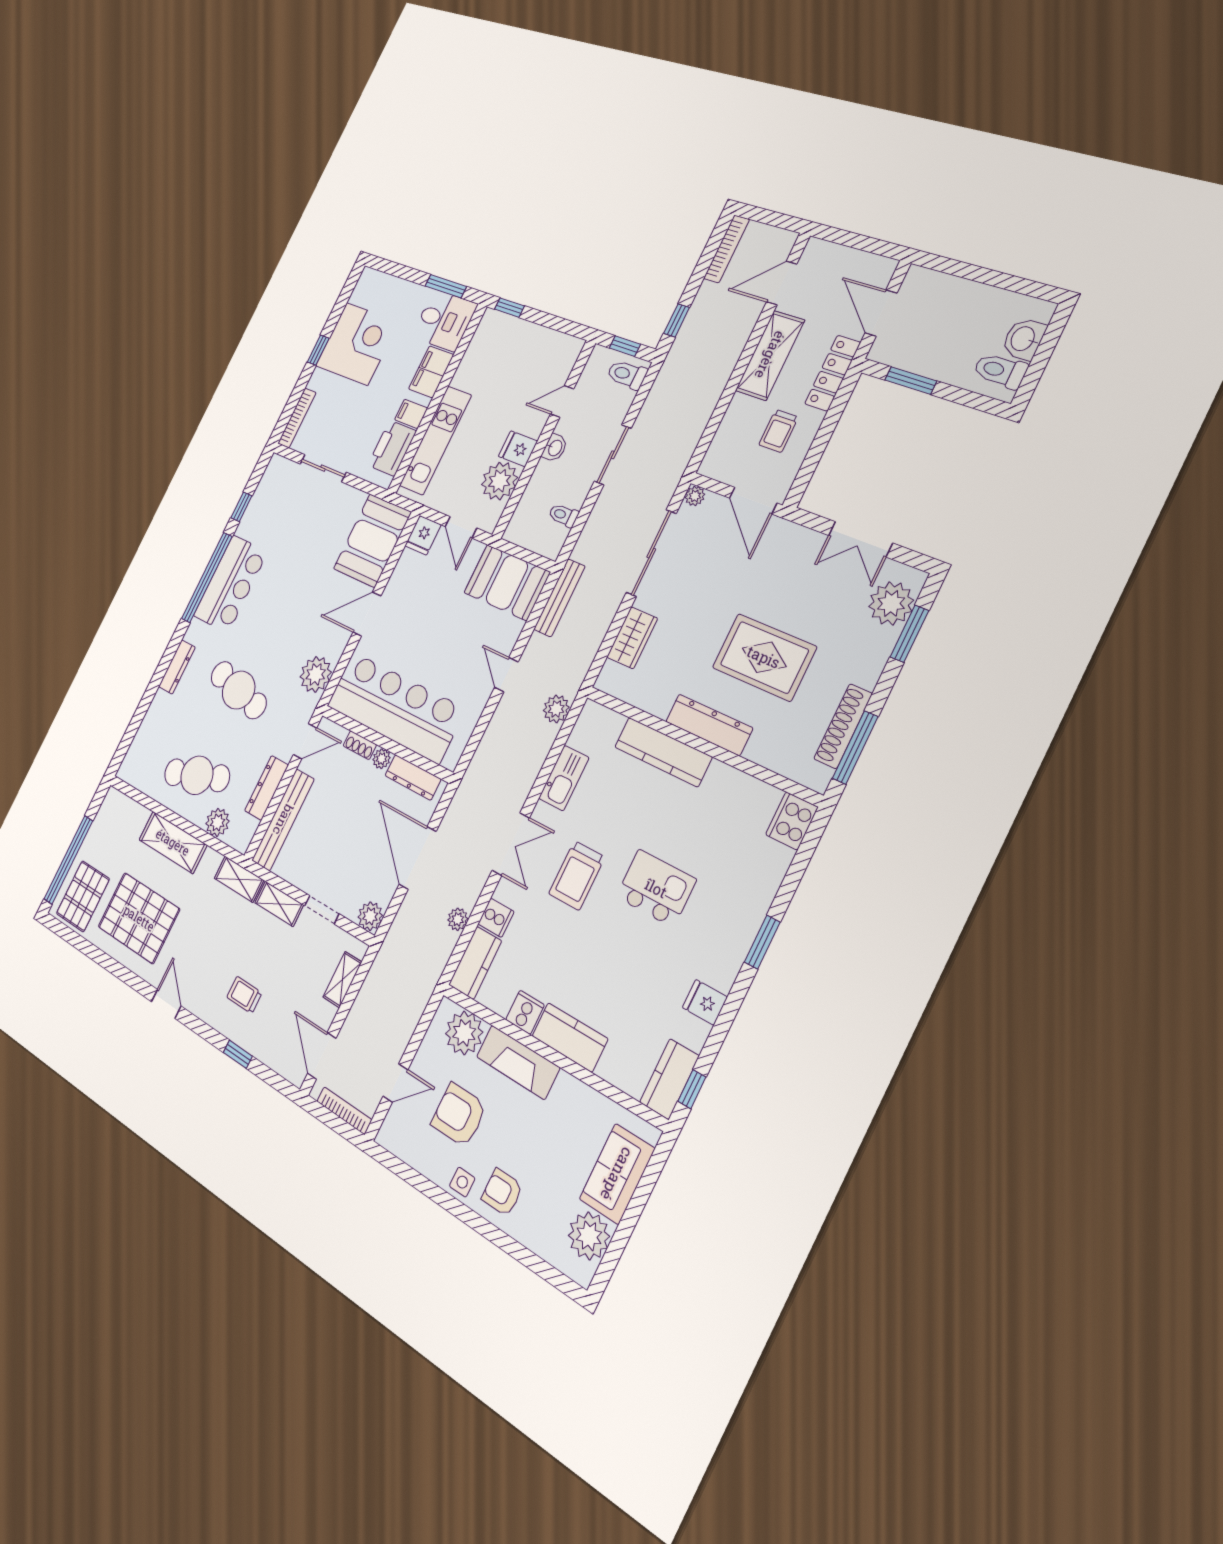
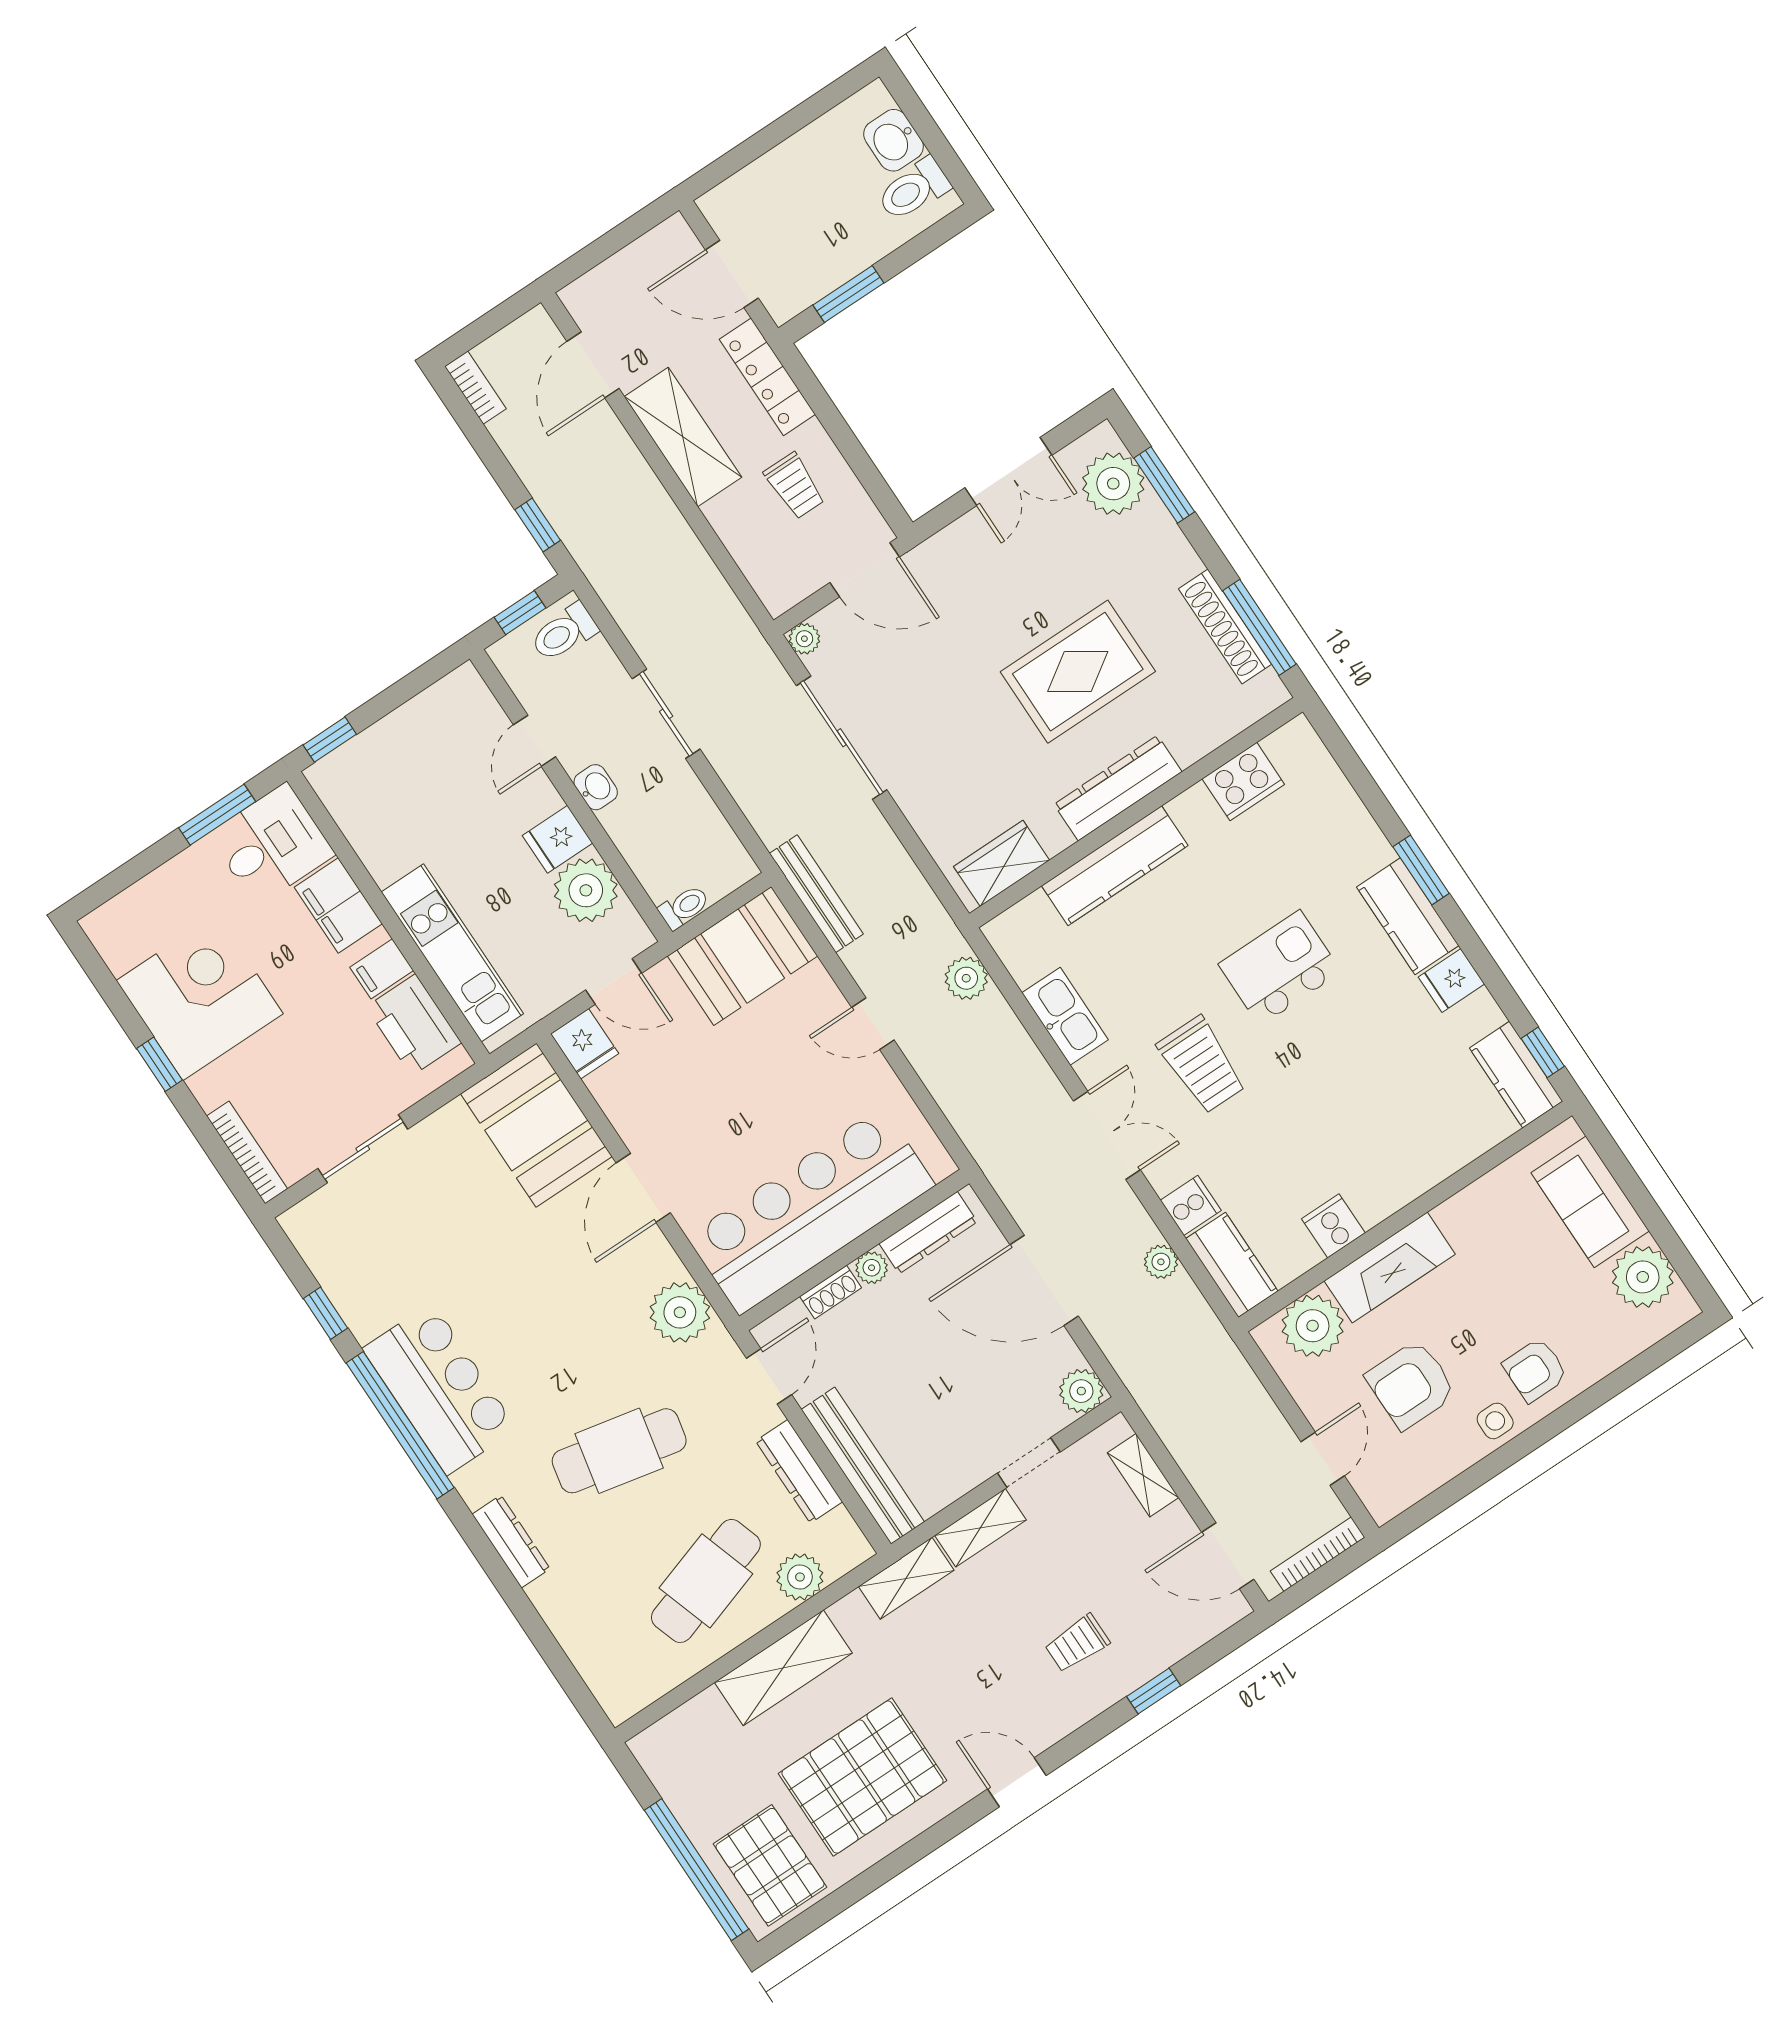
bookcase: (727, 249) -> (475, 388), width x0.64
toilet: (563, 515) -> (684, 907), moved, turned 180
wardrobe: (632, 638) -> (1002, 863), moved, turned -90
cooker: (792, 821) -> (1243, 782), moved, turned -90
kitchen counter: (570, 1037) -> (1408, 916), moved, turned -90

